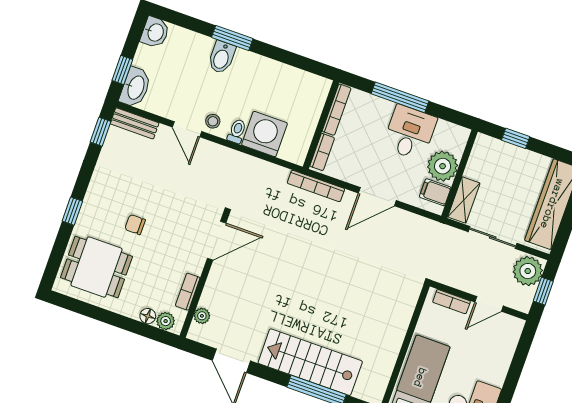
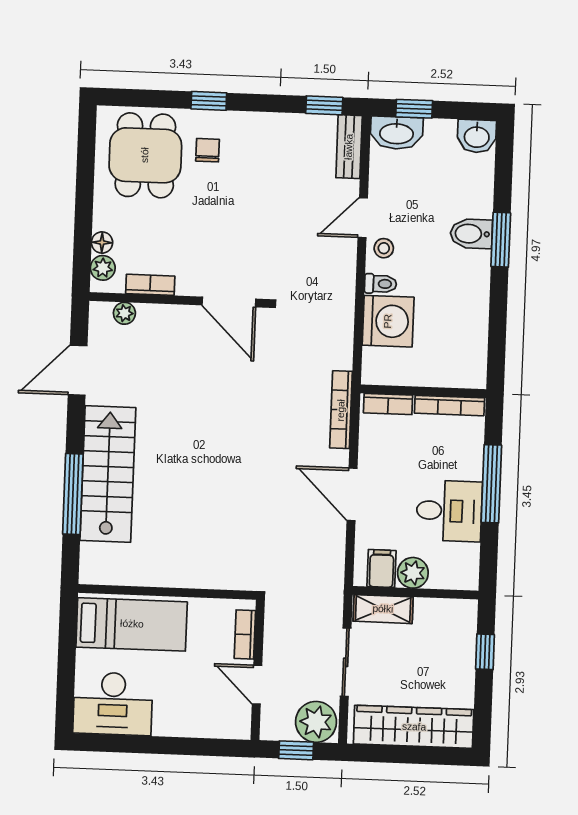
plant: (443, 166) -> (413, 573), width x0.73, depth x0.73
chair: (135, 224) -> (208, 150), moved

